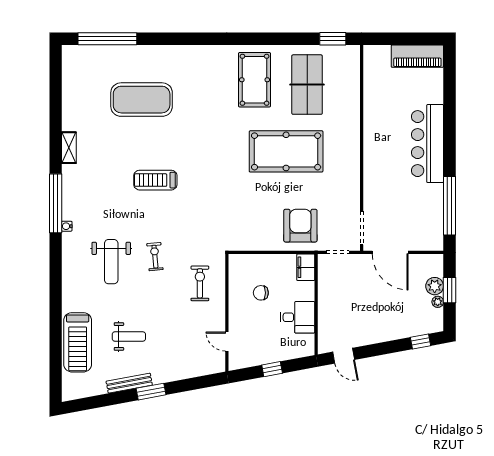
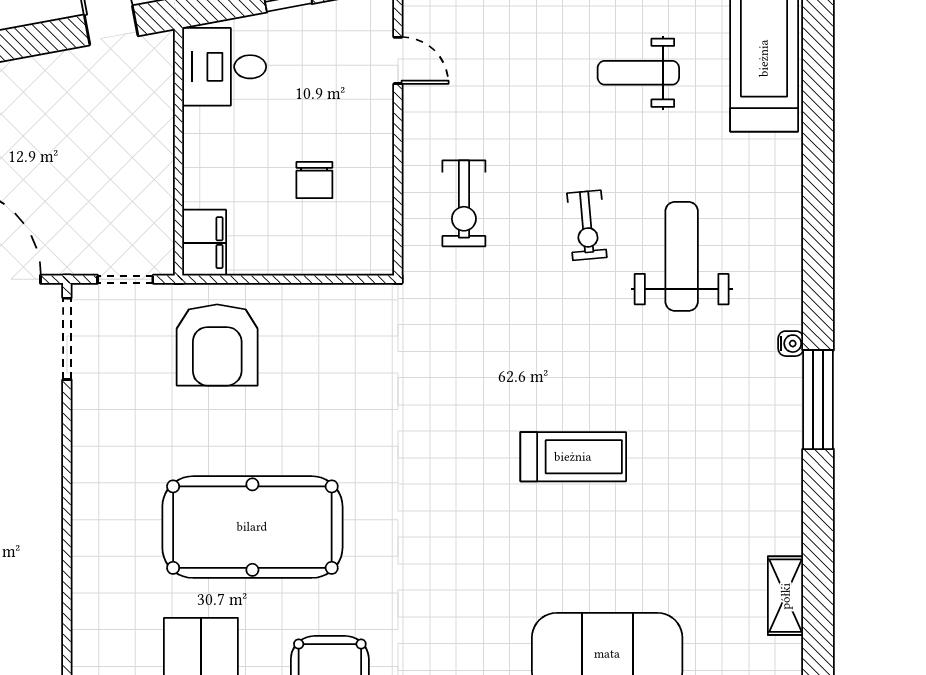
shelving: (69, 148) -> (786, 596), moved
window: (56, 203) -> (818, 400), width x0.68
exercise bike: (155, 257) -> (587, 225), moved
chair: (261, 293) -> (314, 180), turned 90
desk: (298, 317) -> (224, 67), moved

